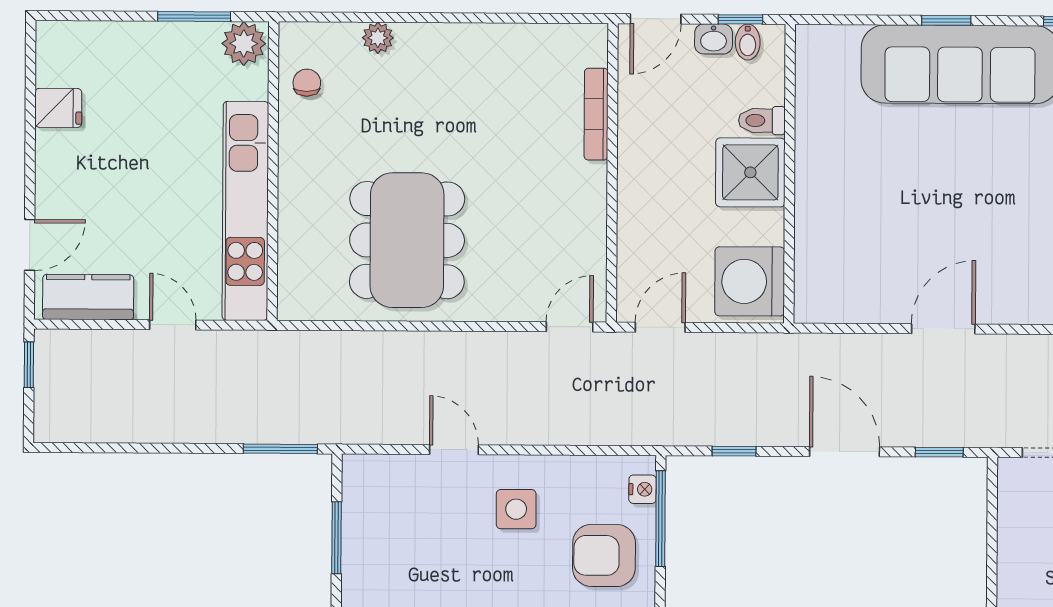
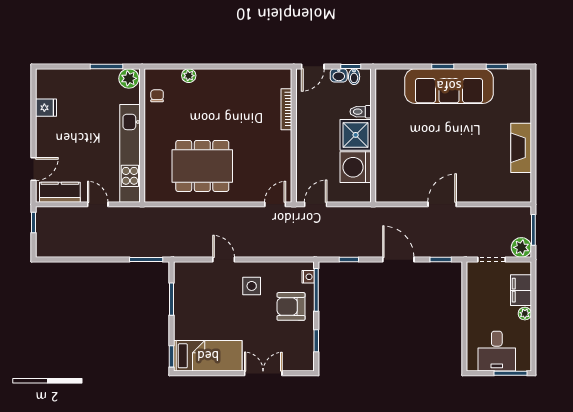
dining table: (407, 240) -> (202, 166), turned 90
washing machine: (750, 281) -> (356, 167), moved

